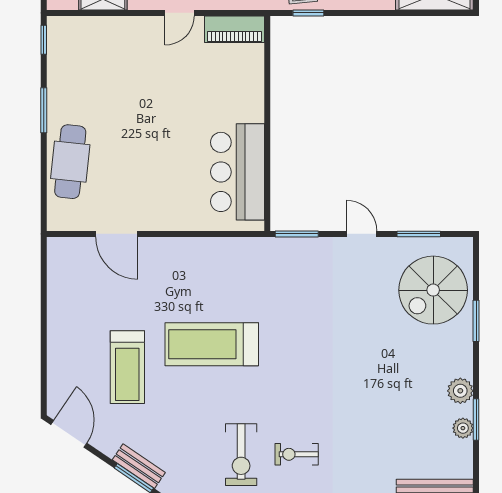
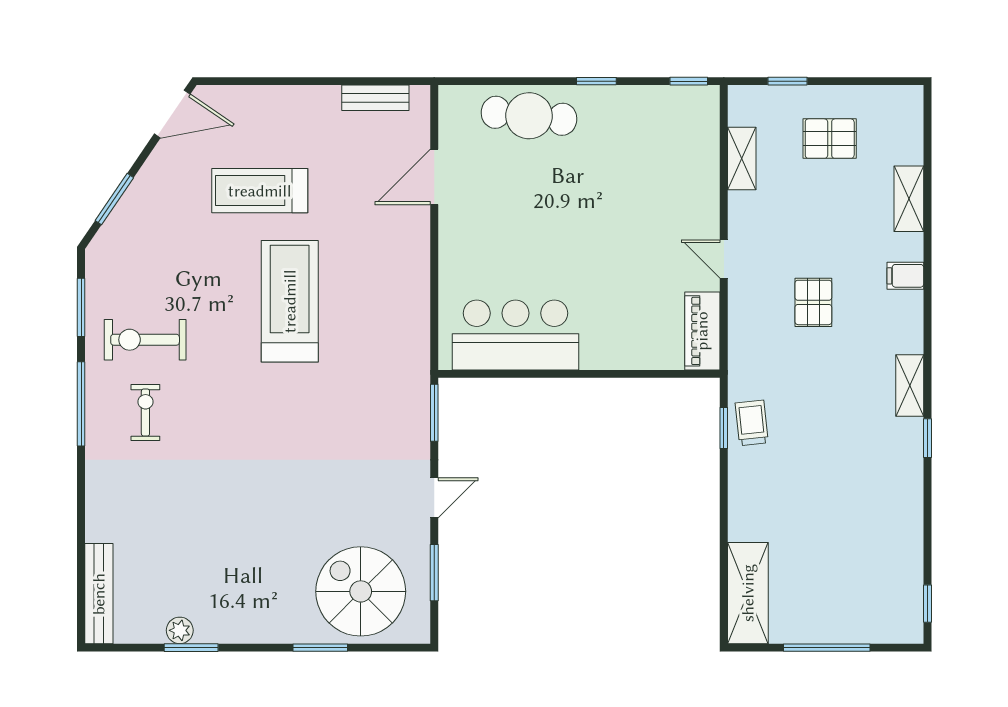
window: (44, 110) -> (596, 81), width x0.67
plant: (460, 391) -> (229, 627), removed
bench: (139, 466) -> (375, 98), moved, turned 56

